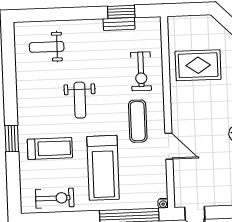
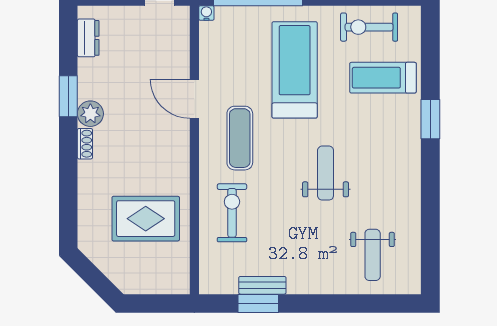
weight bench: (47, 47) -> (373, 255), turned 90
treadmill: (50, 149) -> (383, 78), moved

